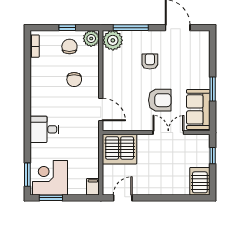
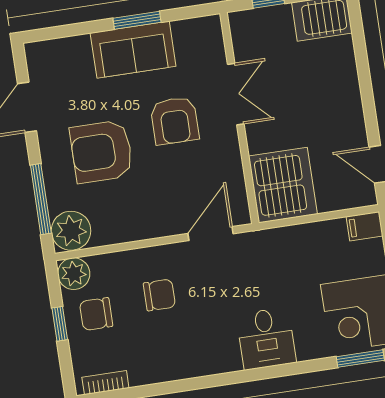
armchair: (150, 61) -> (102, 152), width x1.88, depth x1.88
armchair: (160, 100) -> (175, 121), turned 180
sofa: (198, 109) -> (133, 50), moved
double door: (168, 133) -> (236, 94), swing flipped

